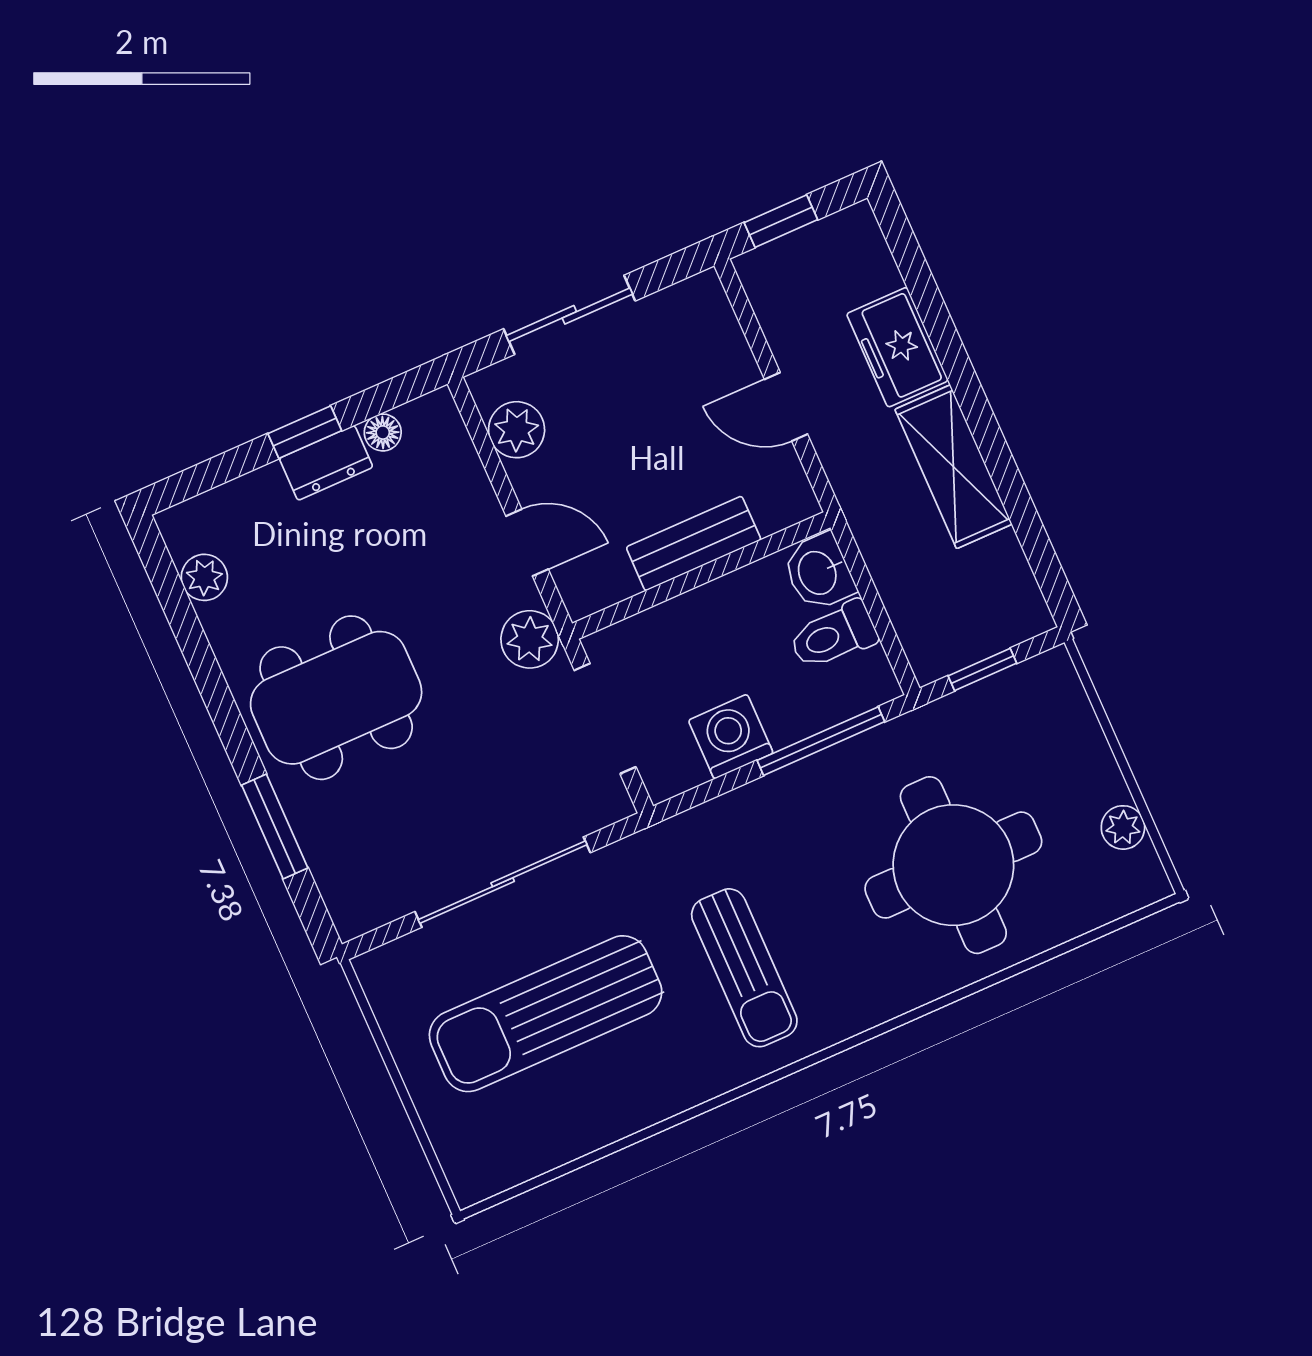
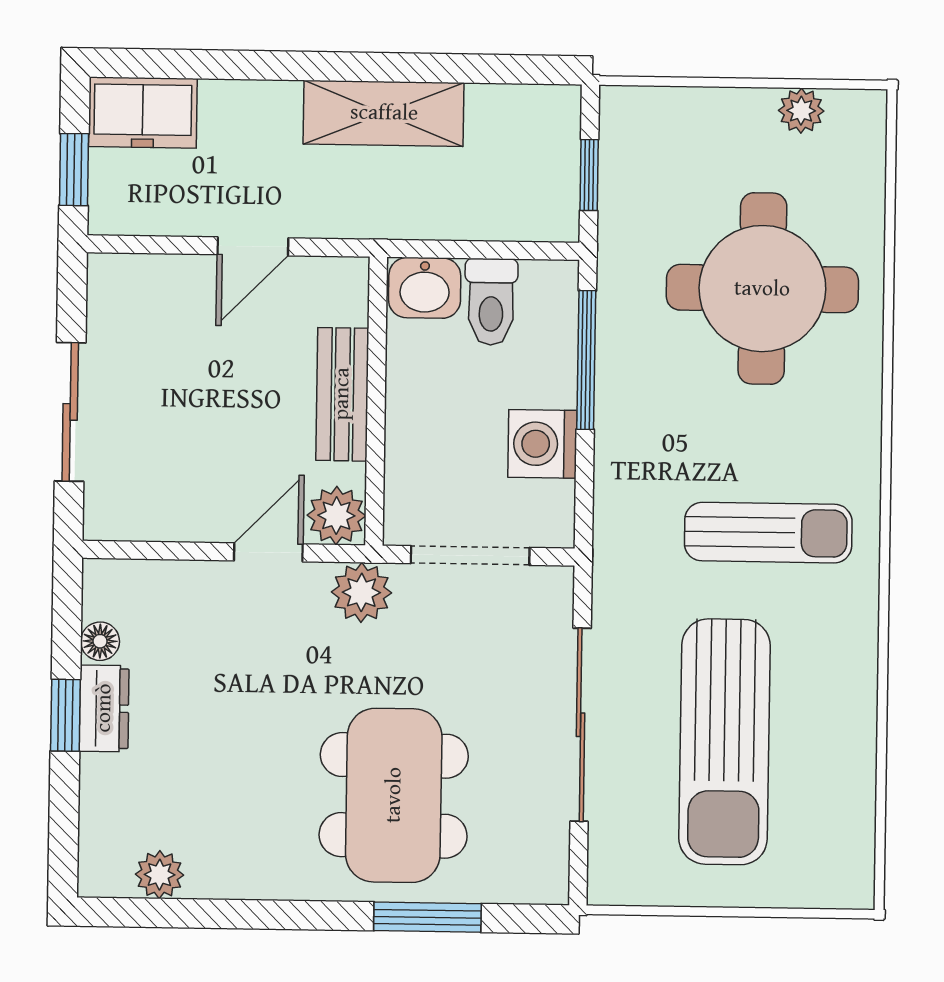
freezer: (897, 347) -> (143, 113), moved
plant: (517, 430) -> (336, 516), moved
dining table: (336, 698) -> (394, 795), moved

